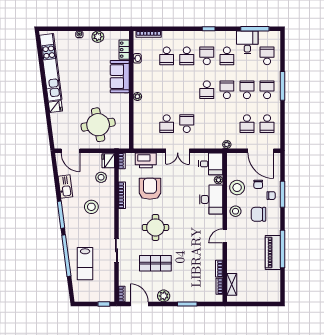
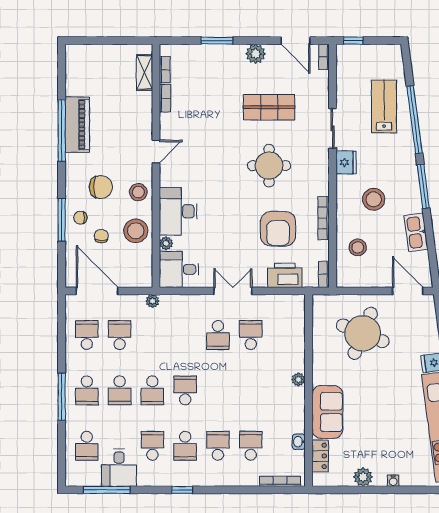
round table: (98, 125) -> (363, 333), turned 32
fridge: (108, 161) -> (346, 162), moved

